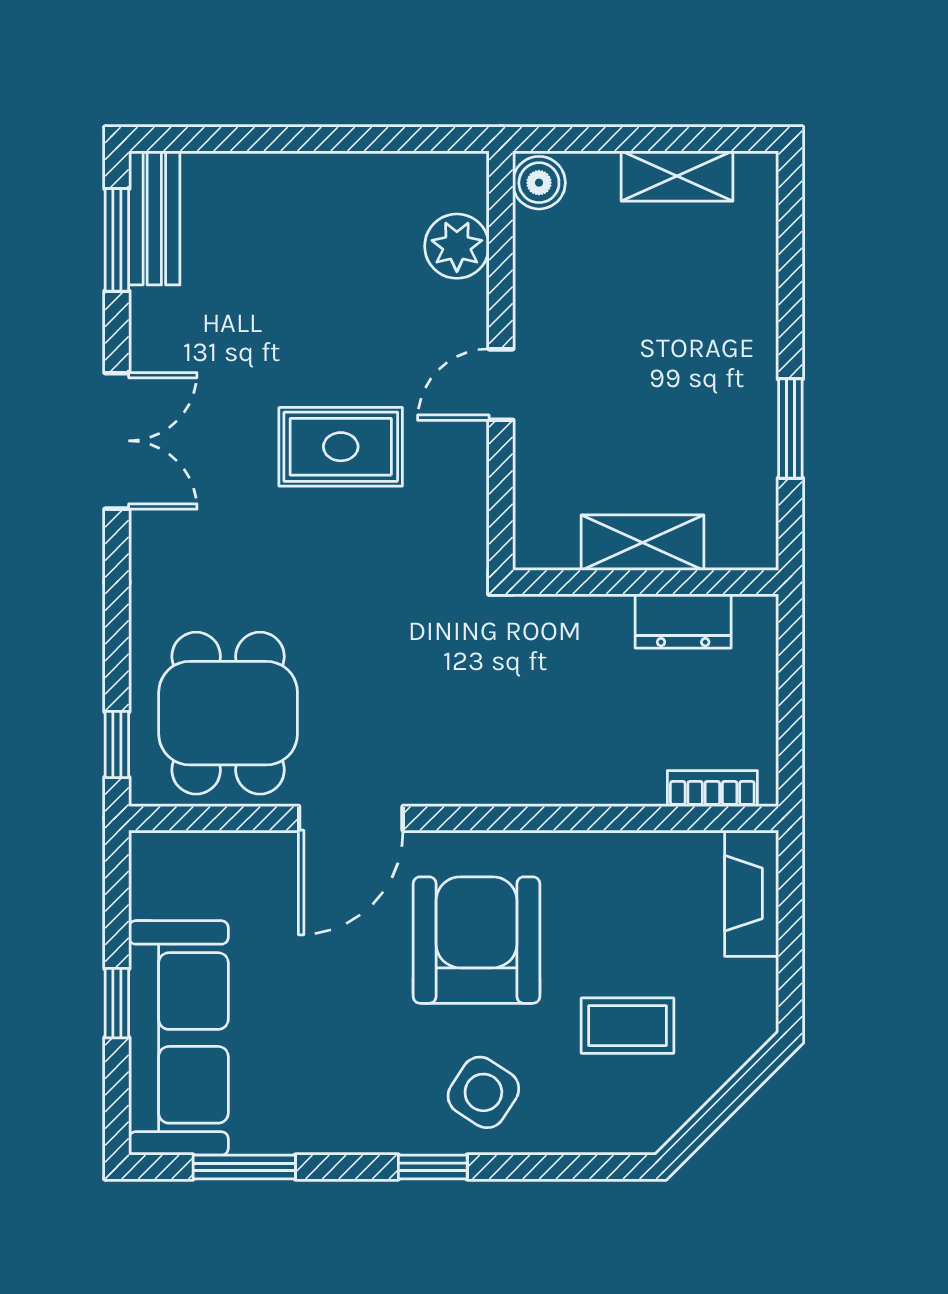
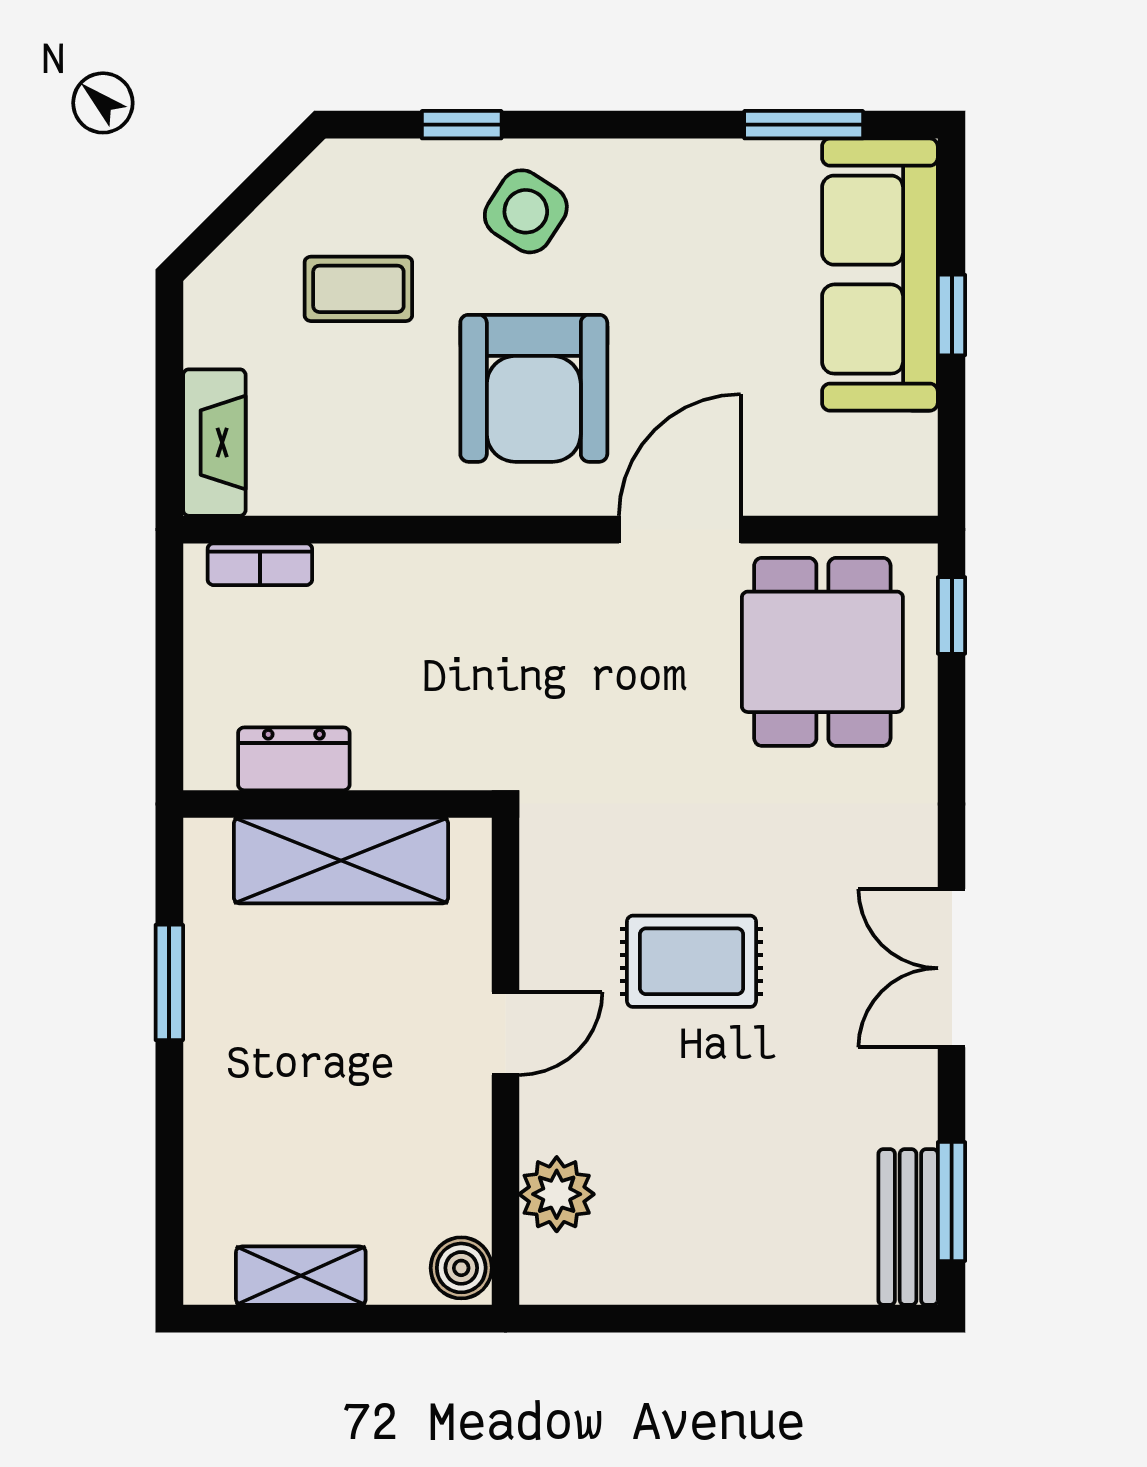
shelving: (643, 543) -> (341, 861), width x1.50, depth x1.33
window: (433, 1167) -> (462, 125), moved

